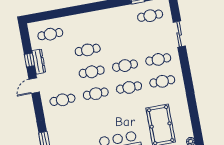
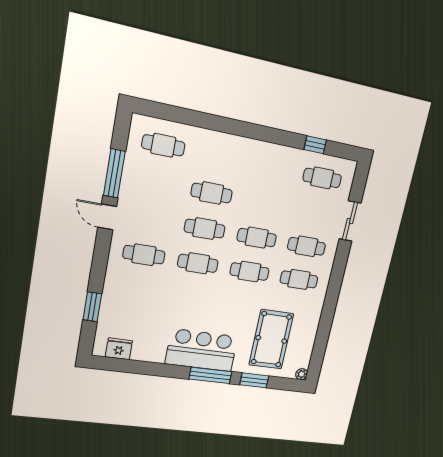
window: (29, 60) -> (114, 173), width x2.17
dresser: (39, 62) -> (129, 182), removed
door: (34, 86) -> (107, 217), hinge flipped

